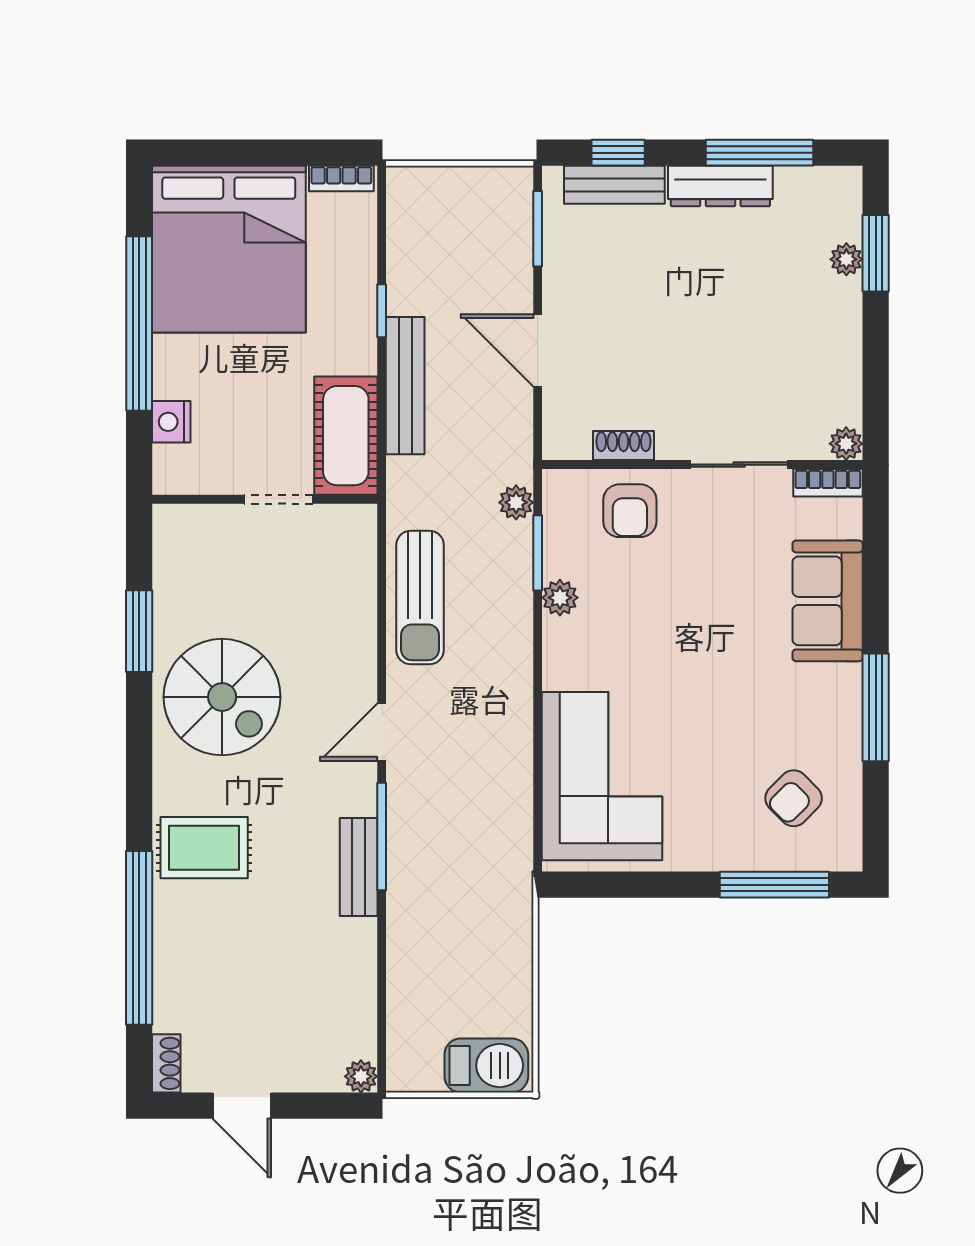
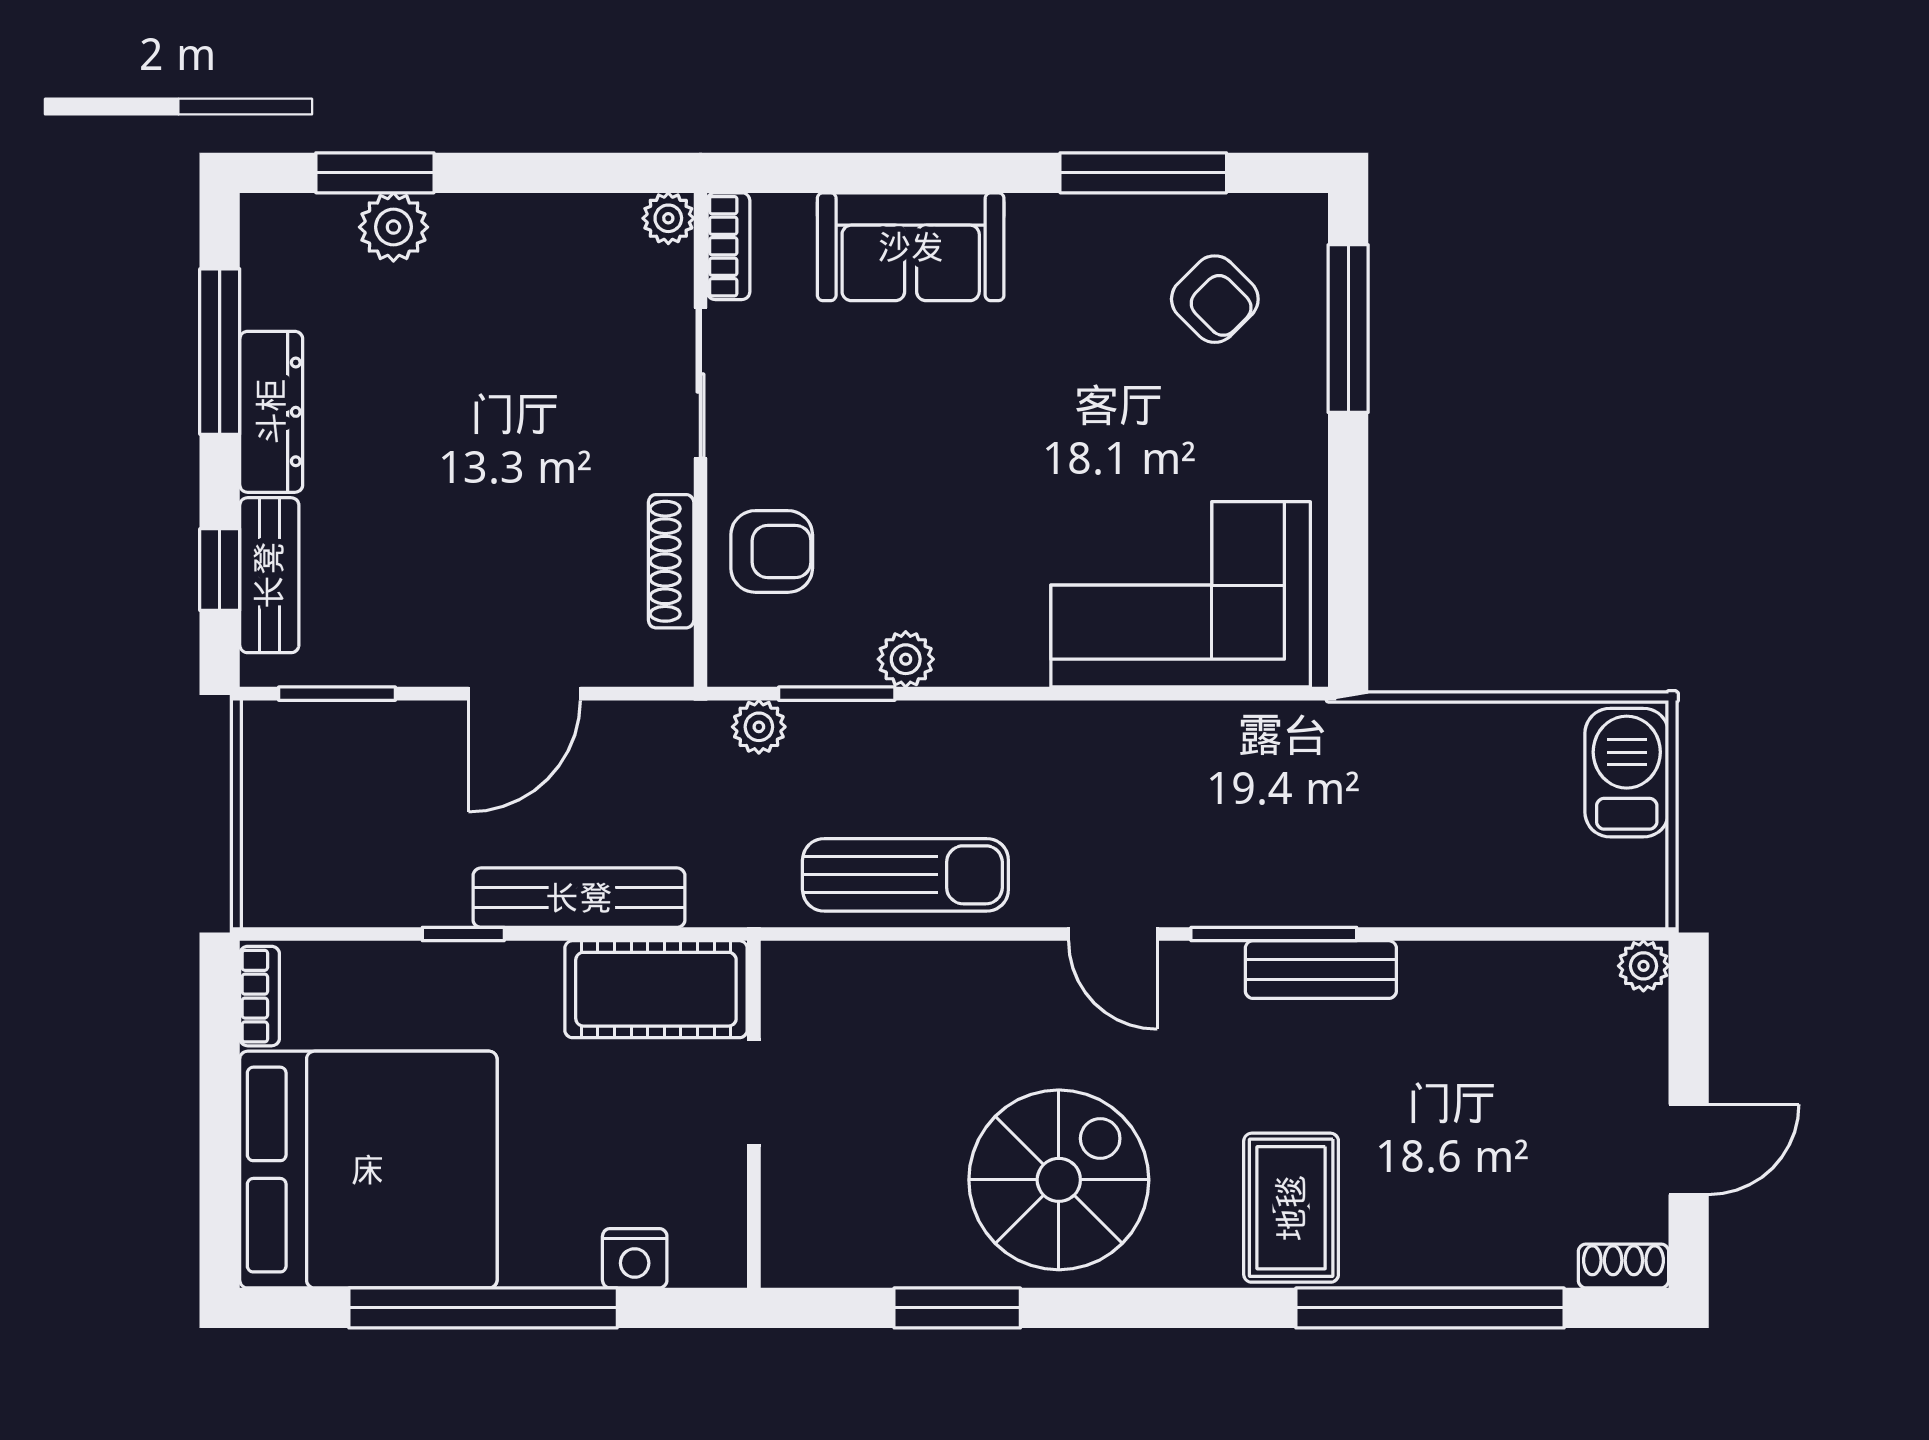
plant: (846, 259) -> (393, 227), width x1.38, depth x1.38
shoe rack: (623, 445) -> (671, 561), width x1.43
window: (876, 707) -> (1143, 173), moved

